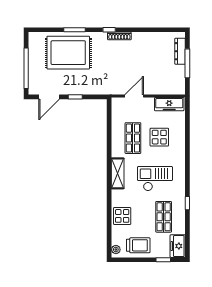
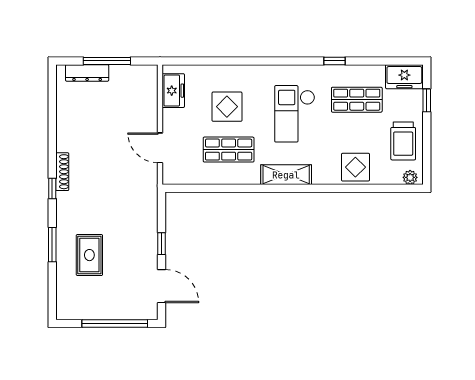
rug: (68, 53) -> (89, 255), width x0.54, depth x0.49
freezer: (169, 104) -> (173, 91), width x0.71
trolley: (138, 245) -> (403, 141), turned 180

